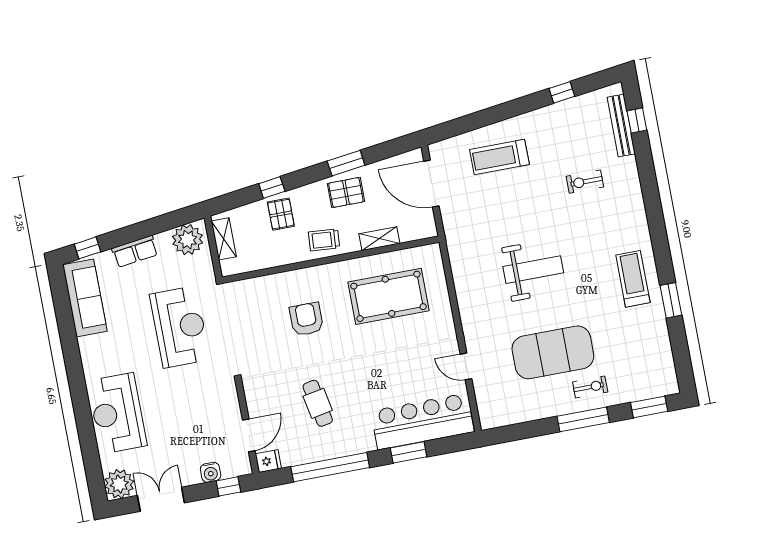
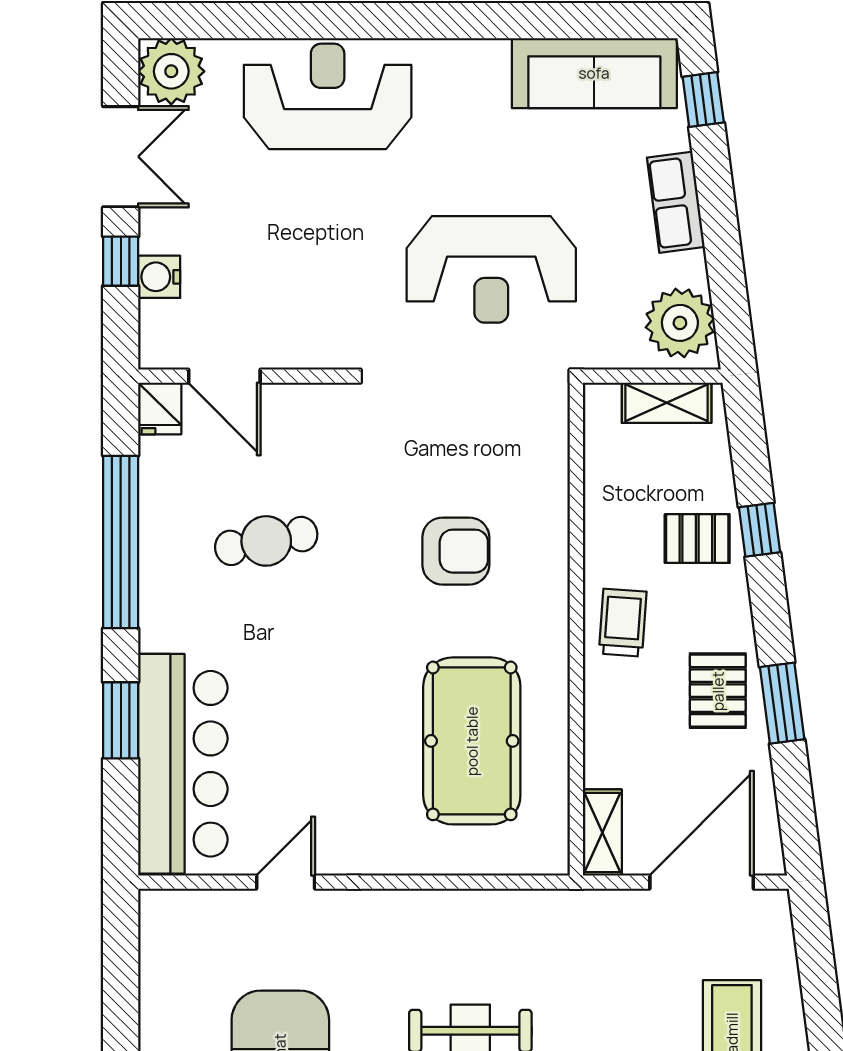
shelving: (379, 239) -> (602, 833), moved
window: (228, 486) -> (121, 261), moved

